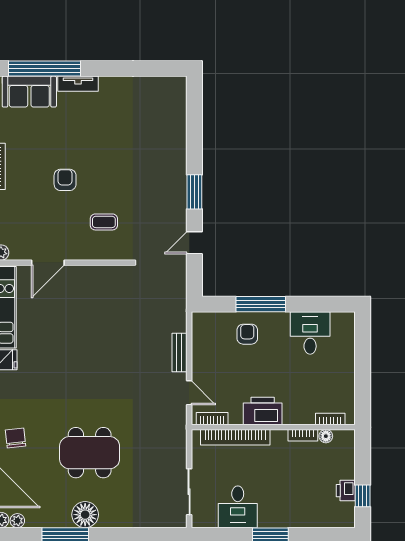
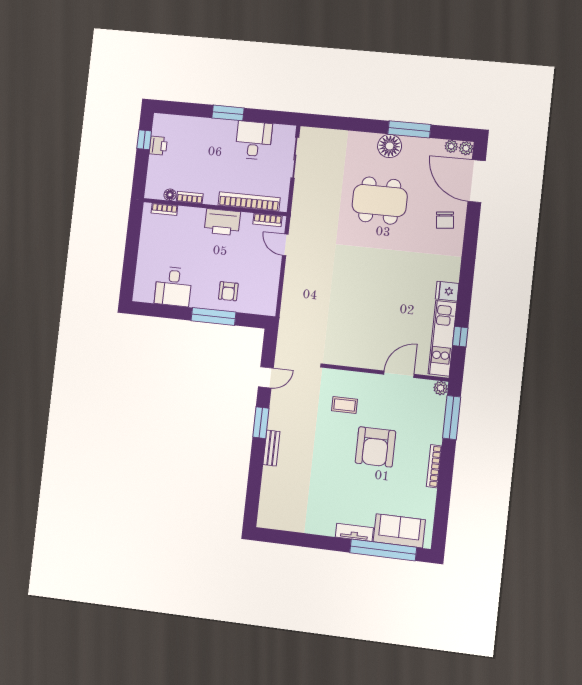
armchair: (65, 180) -> (375, 447), width x1.88, depth x1.88
bench: (179, 353) -> (271, 448), moved

